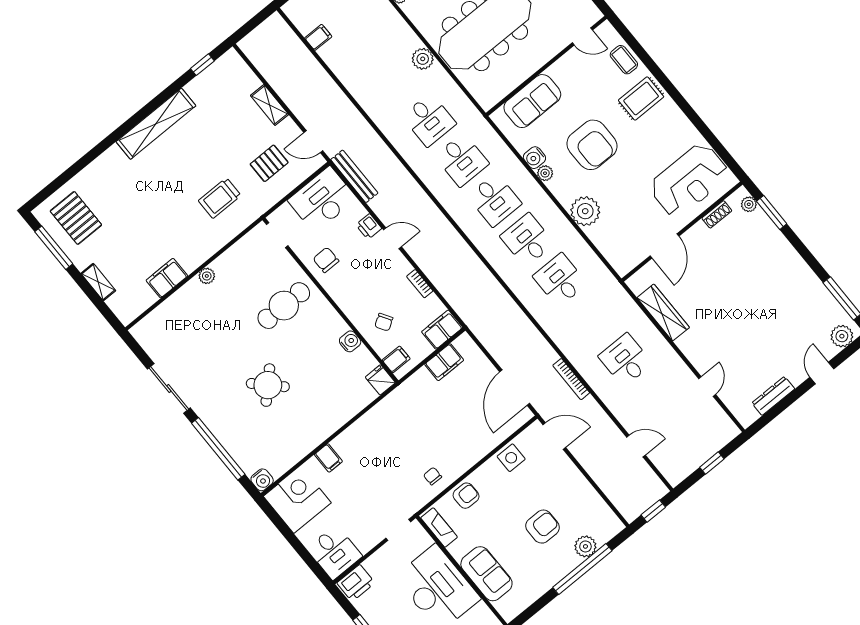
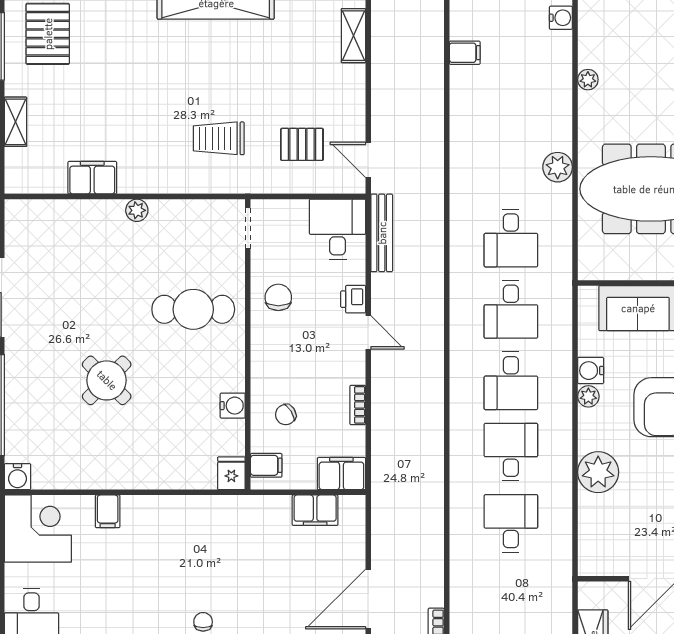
shelving: (269, 105) -> (353, 36), moved
desk: (322, 199) -> (338, 229), width x0.73

